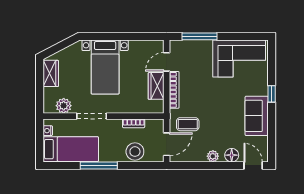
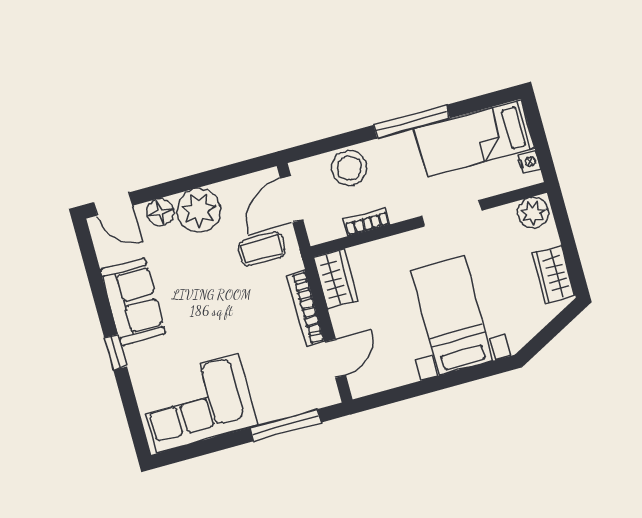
wardrobe: (156, 86) -> (336, 279), moved
plant: (64, 106) -> (533, 213), moved
plant: (213, 156) -> (199, 210), width x1.87, depth x1.87

